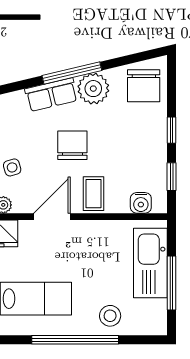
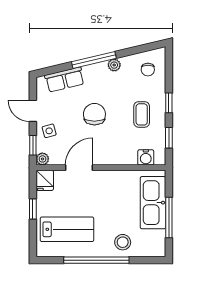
chair: (144, 86) -> (148, 70), width x0.54, depth x0.54
plant: (93, 89) -> (114, 65), width x0.53, depth x0.53
row of seats: (51, 95) -> (65, 80), moved
coffee table: (93, 194) -> (142, 114), moved

